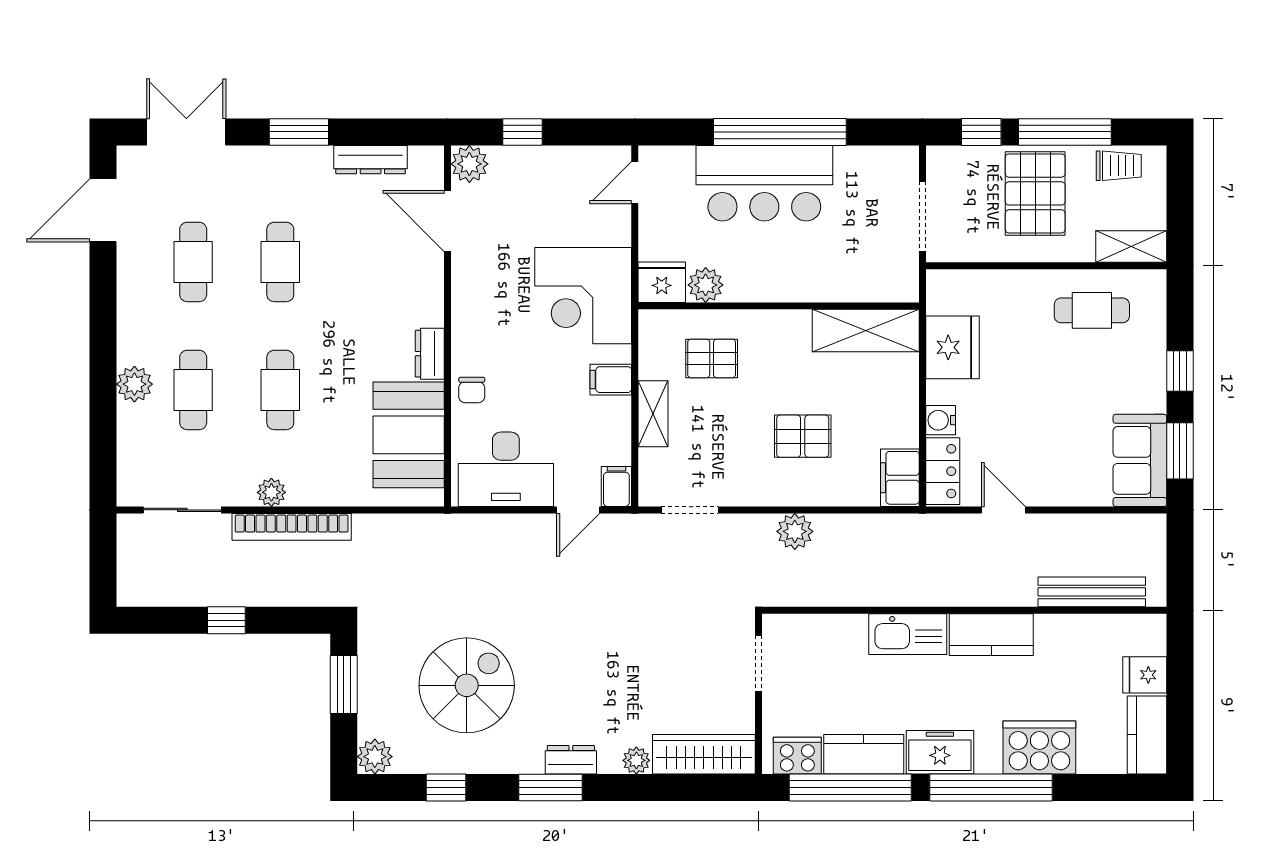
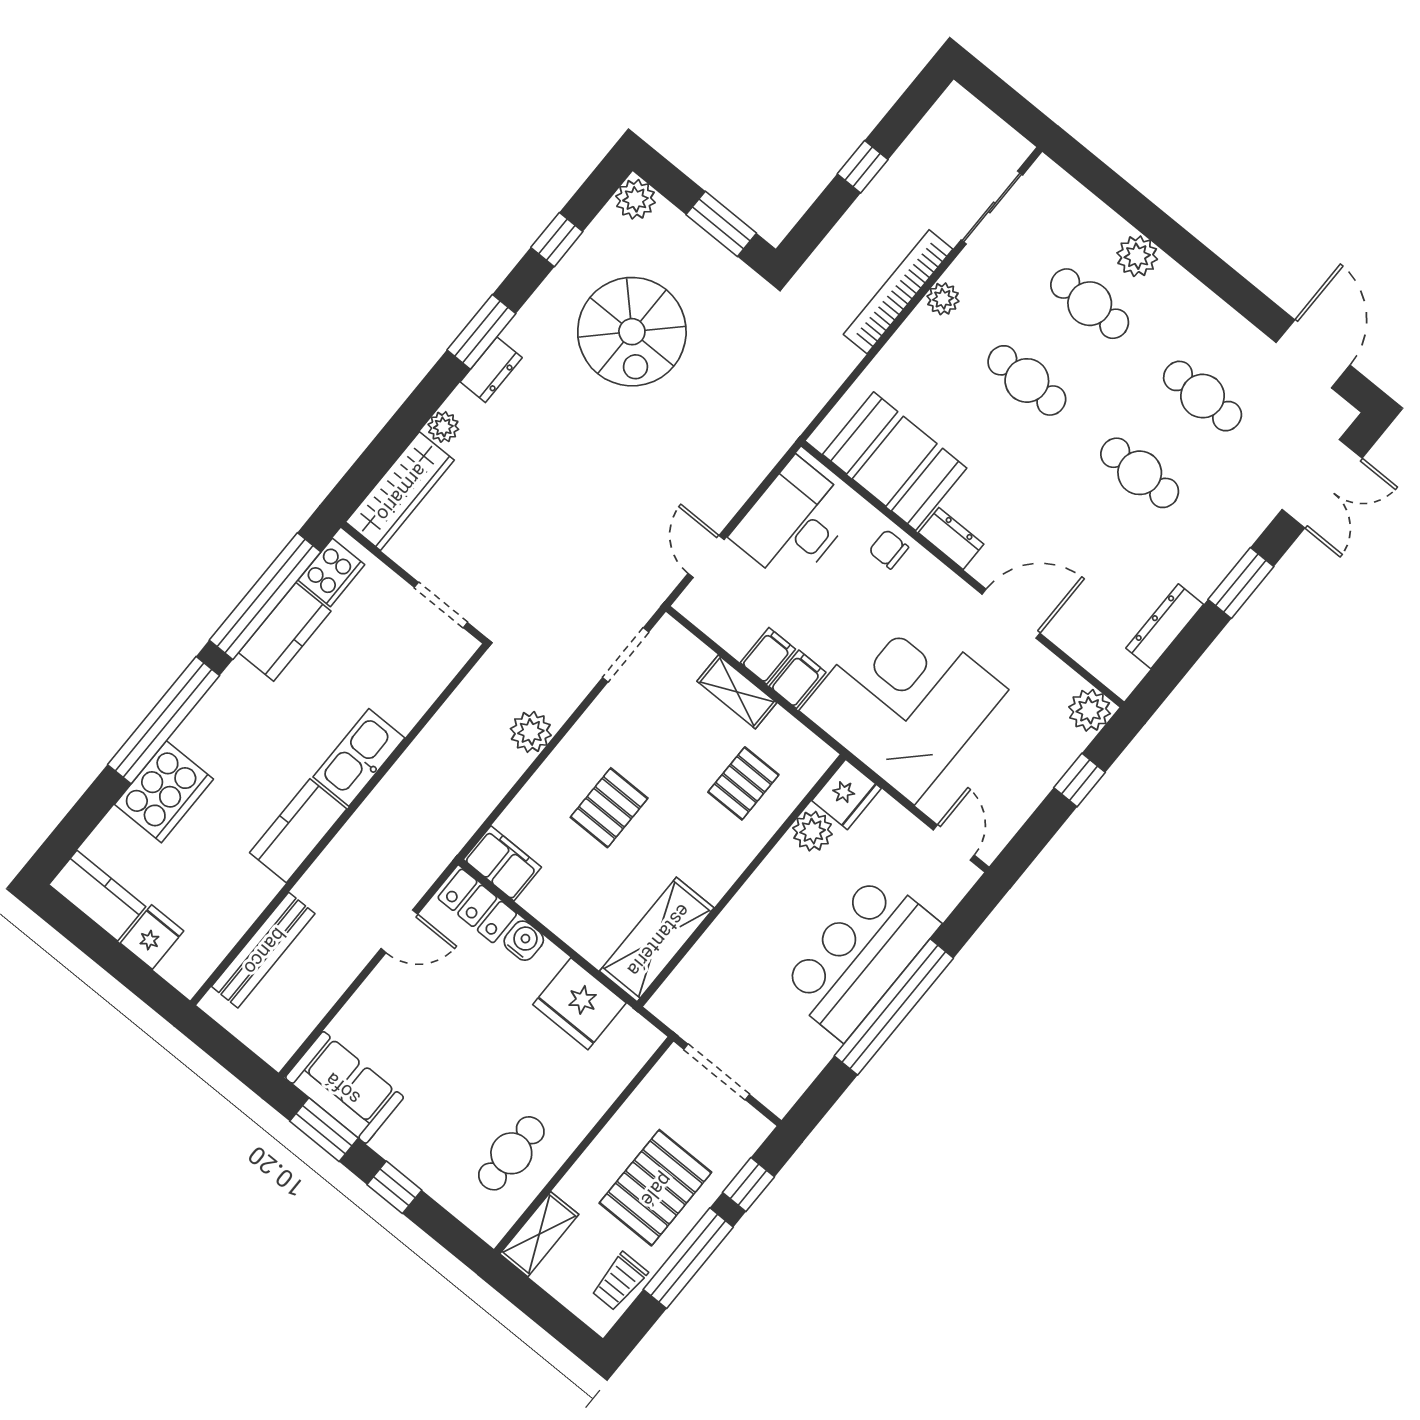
pallet: (1035, 193) -> (655, 1188), turned 90
door: (448, 221) -> (1011, 614), moved
corner desk: (583, 296) -> (904, 700), width x1.36, depth x1.36
filing cabinet: (616, 486) -> (768, 656), moved, turned -90
freezer: (940, 752) -> (231, 701), removed

